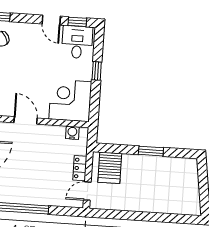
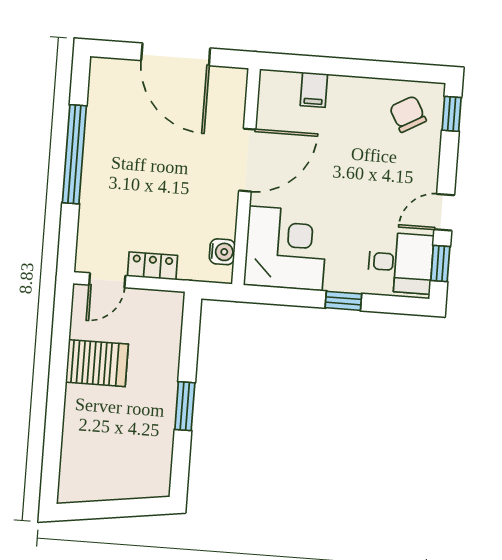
door: (26, 120) -> (247, 160), width x1.36
server rack: (110, 168) -> (97, 363), moved, turned 180
door: (87, 191) -> (107, 280), swing flipped

